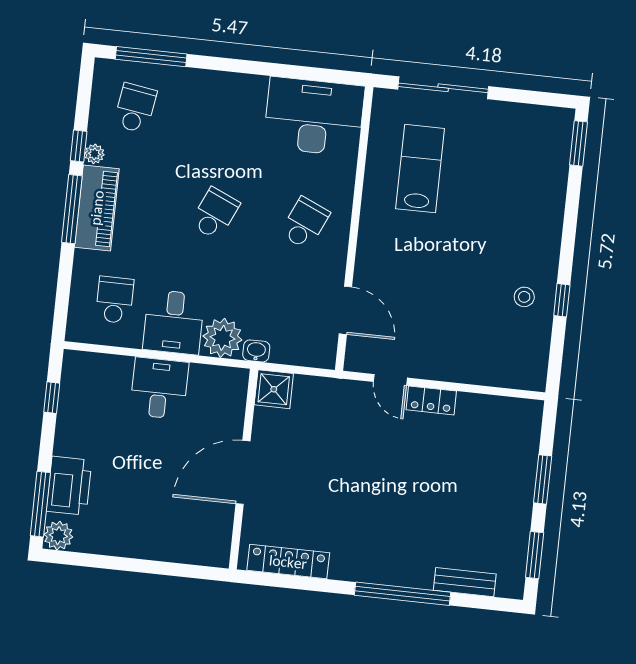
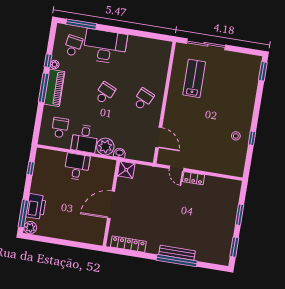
desk: (314, 117) -> (105, 46), moved
bench: (465, 582) -> (177, 253), moved, width x1.36

